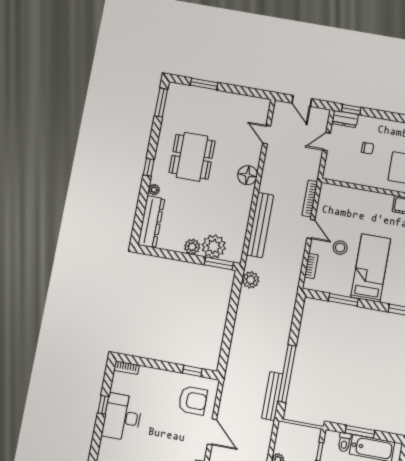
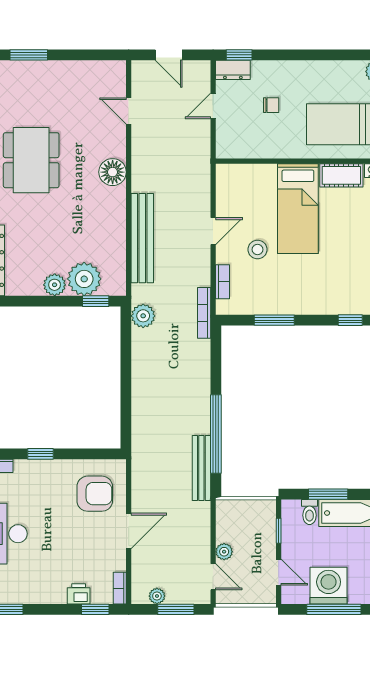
bookcase: (310, 199) -> (204, 313), moved
door: (311, 229) -> (213, 231), hinge flipped
window: (219, 263) -> (96, 301), width x0.67
bed: (371, 268) -> (298, 209), moved, turned 180
window: (192, 371) -> (41, 454), moved
door: (212, 432) -> (129, 531), hinge flipped

